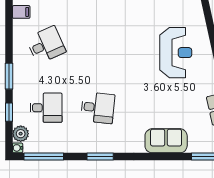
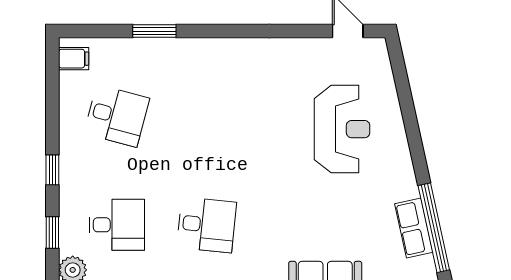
desk: (46, 45) -> (117, 116), turned 39
window: (9, 76) -> (52, 170), width x0.67

